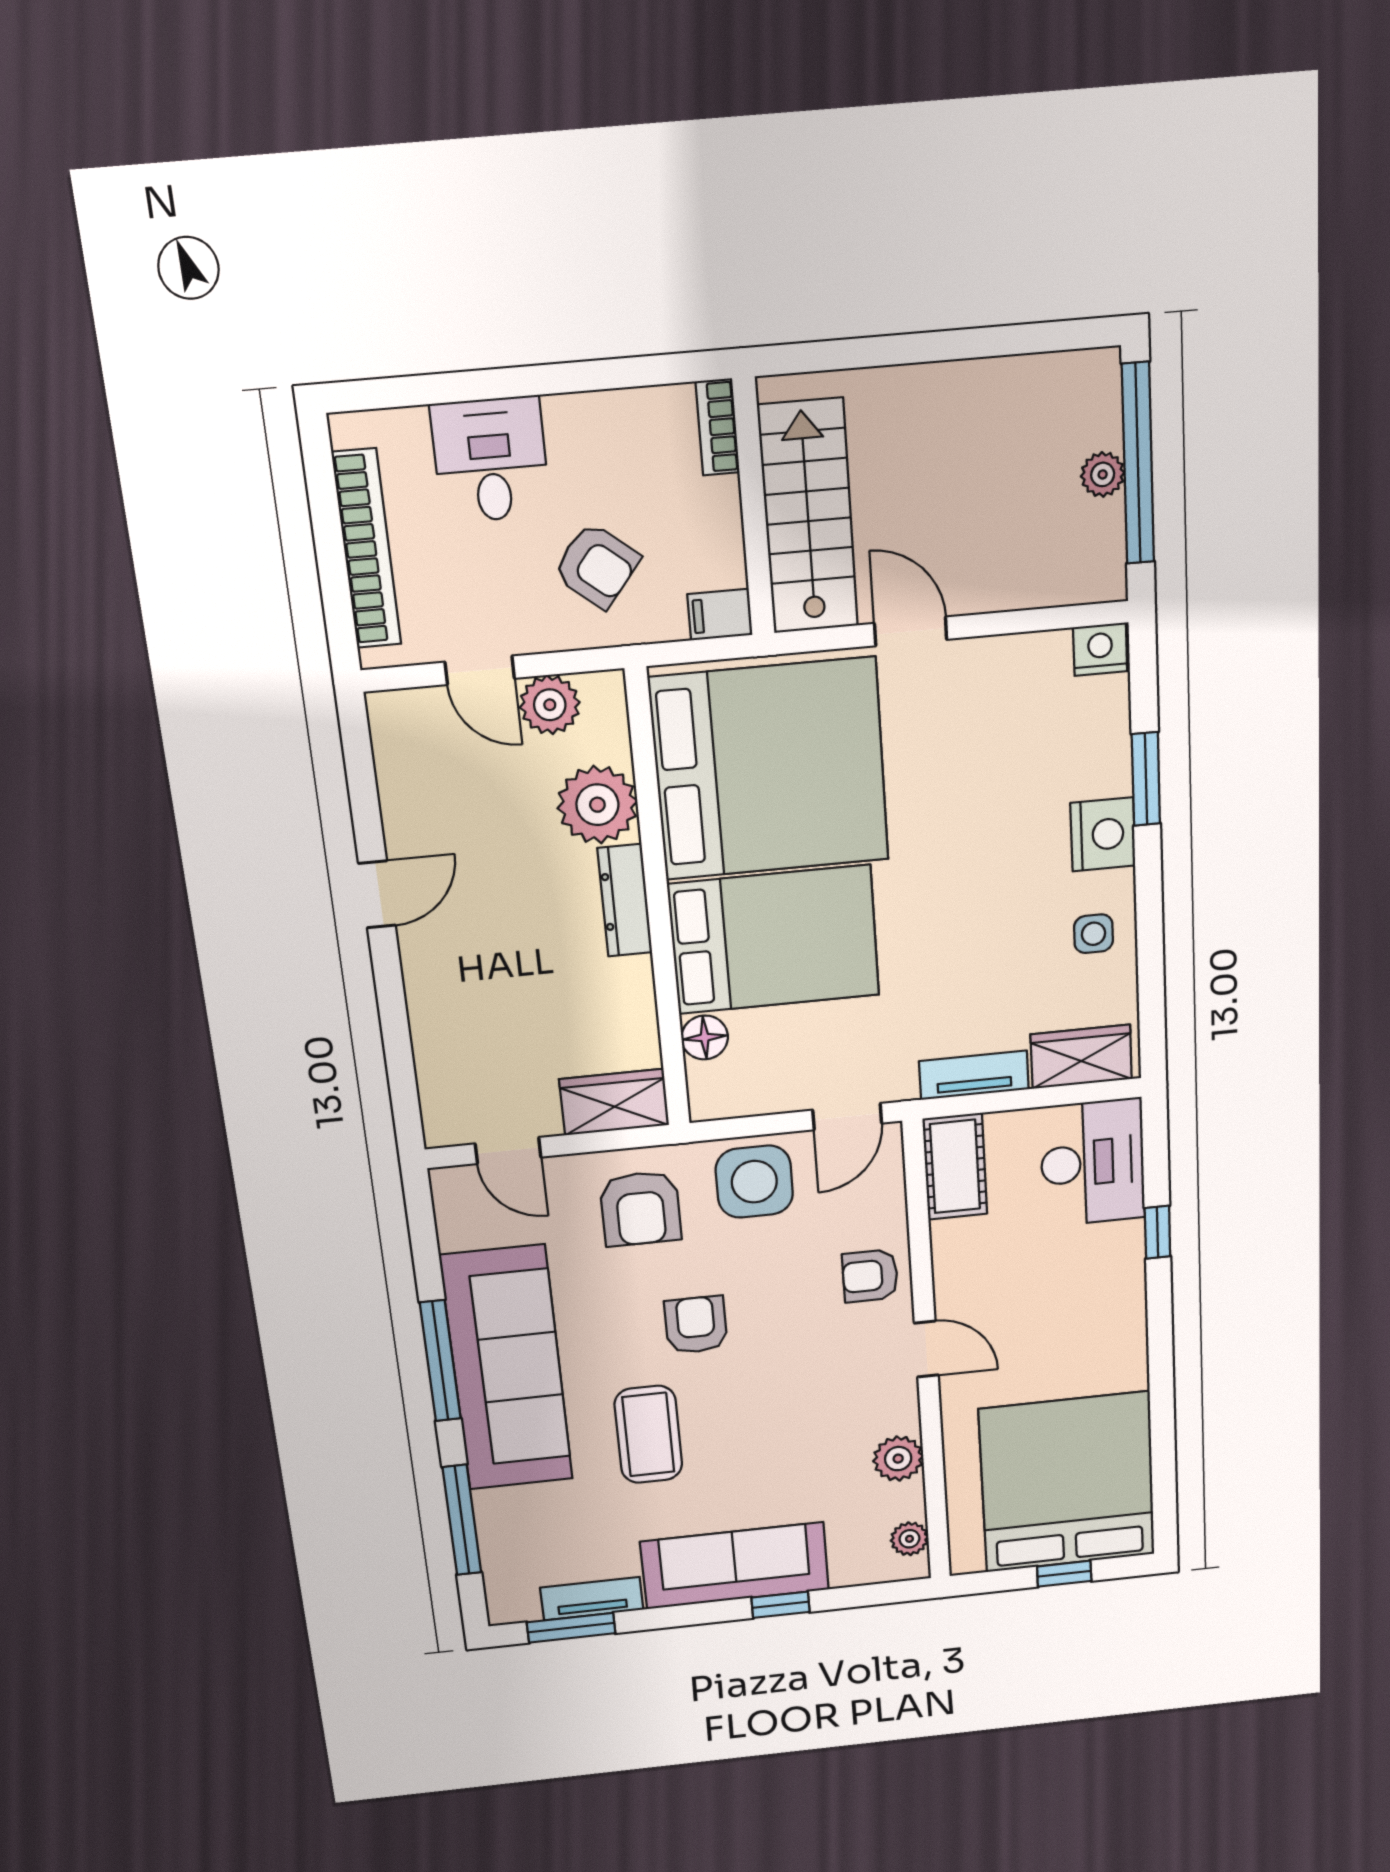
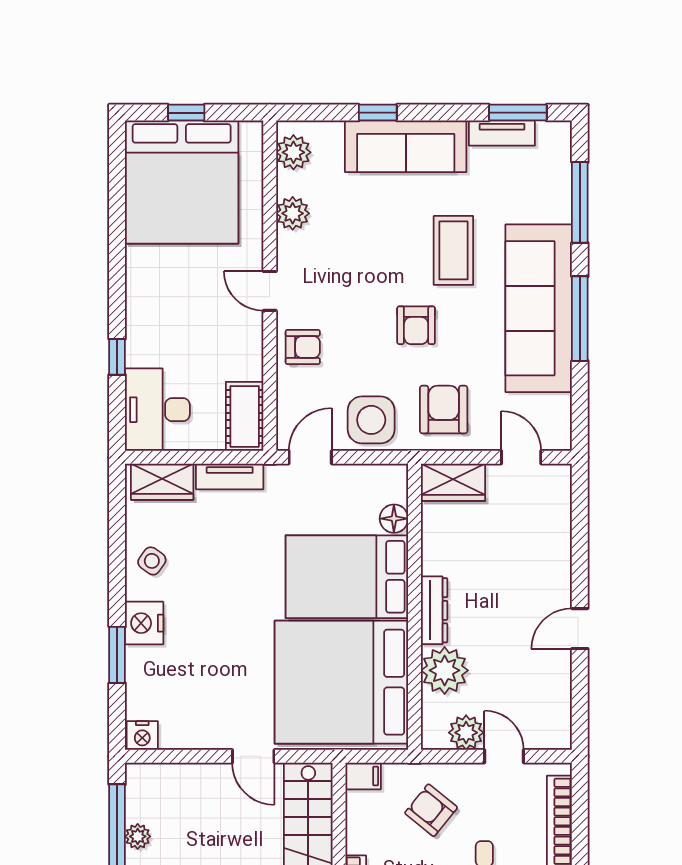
side table: (1093, 934) -> (152, 561), turned 35
plant: (909, 1539) -> (293, 152), width x1.38, depth x1.38

